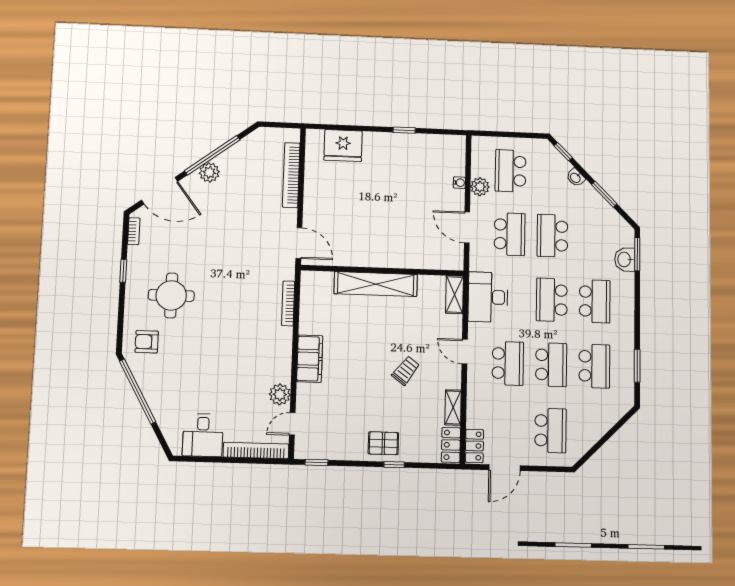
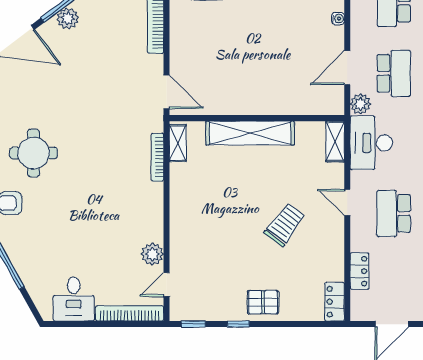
plant: (480, 187) -> (360, 104), moved
door: (467, 227) -> (347, 68), hinge flipped
filing cabinet: (310, 359) -> (182, 215), removed
school desk: (508, 363) -> (394, 213), turned 180
trolley: (406, 371) -> (285, 225), width x1.36, depth x1.39
shelving: (453, 407) -> (178, 143), moved
locker: (474, 446) -> (360, 271), moved
window: (394, 465) -> (238, 324), moved

